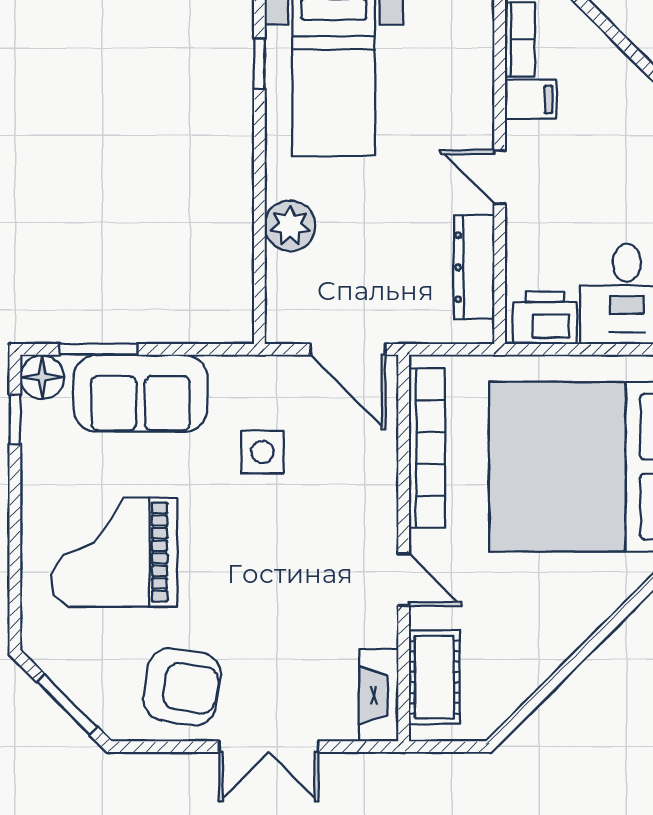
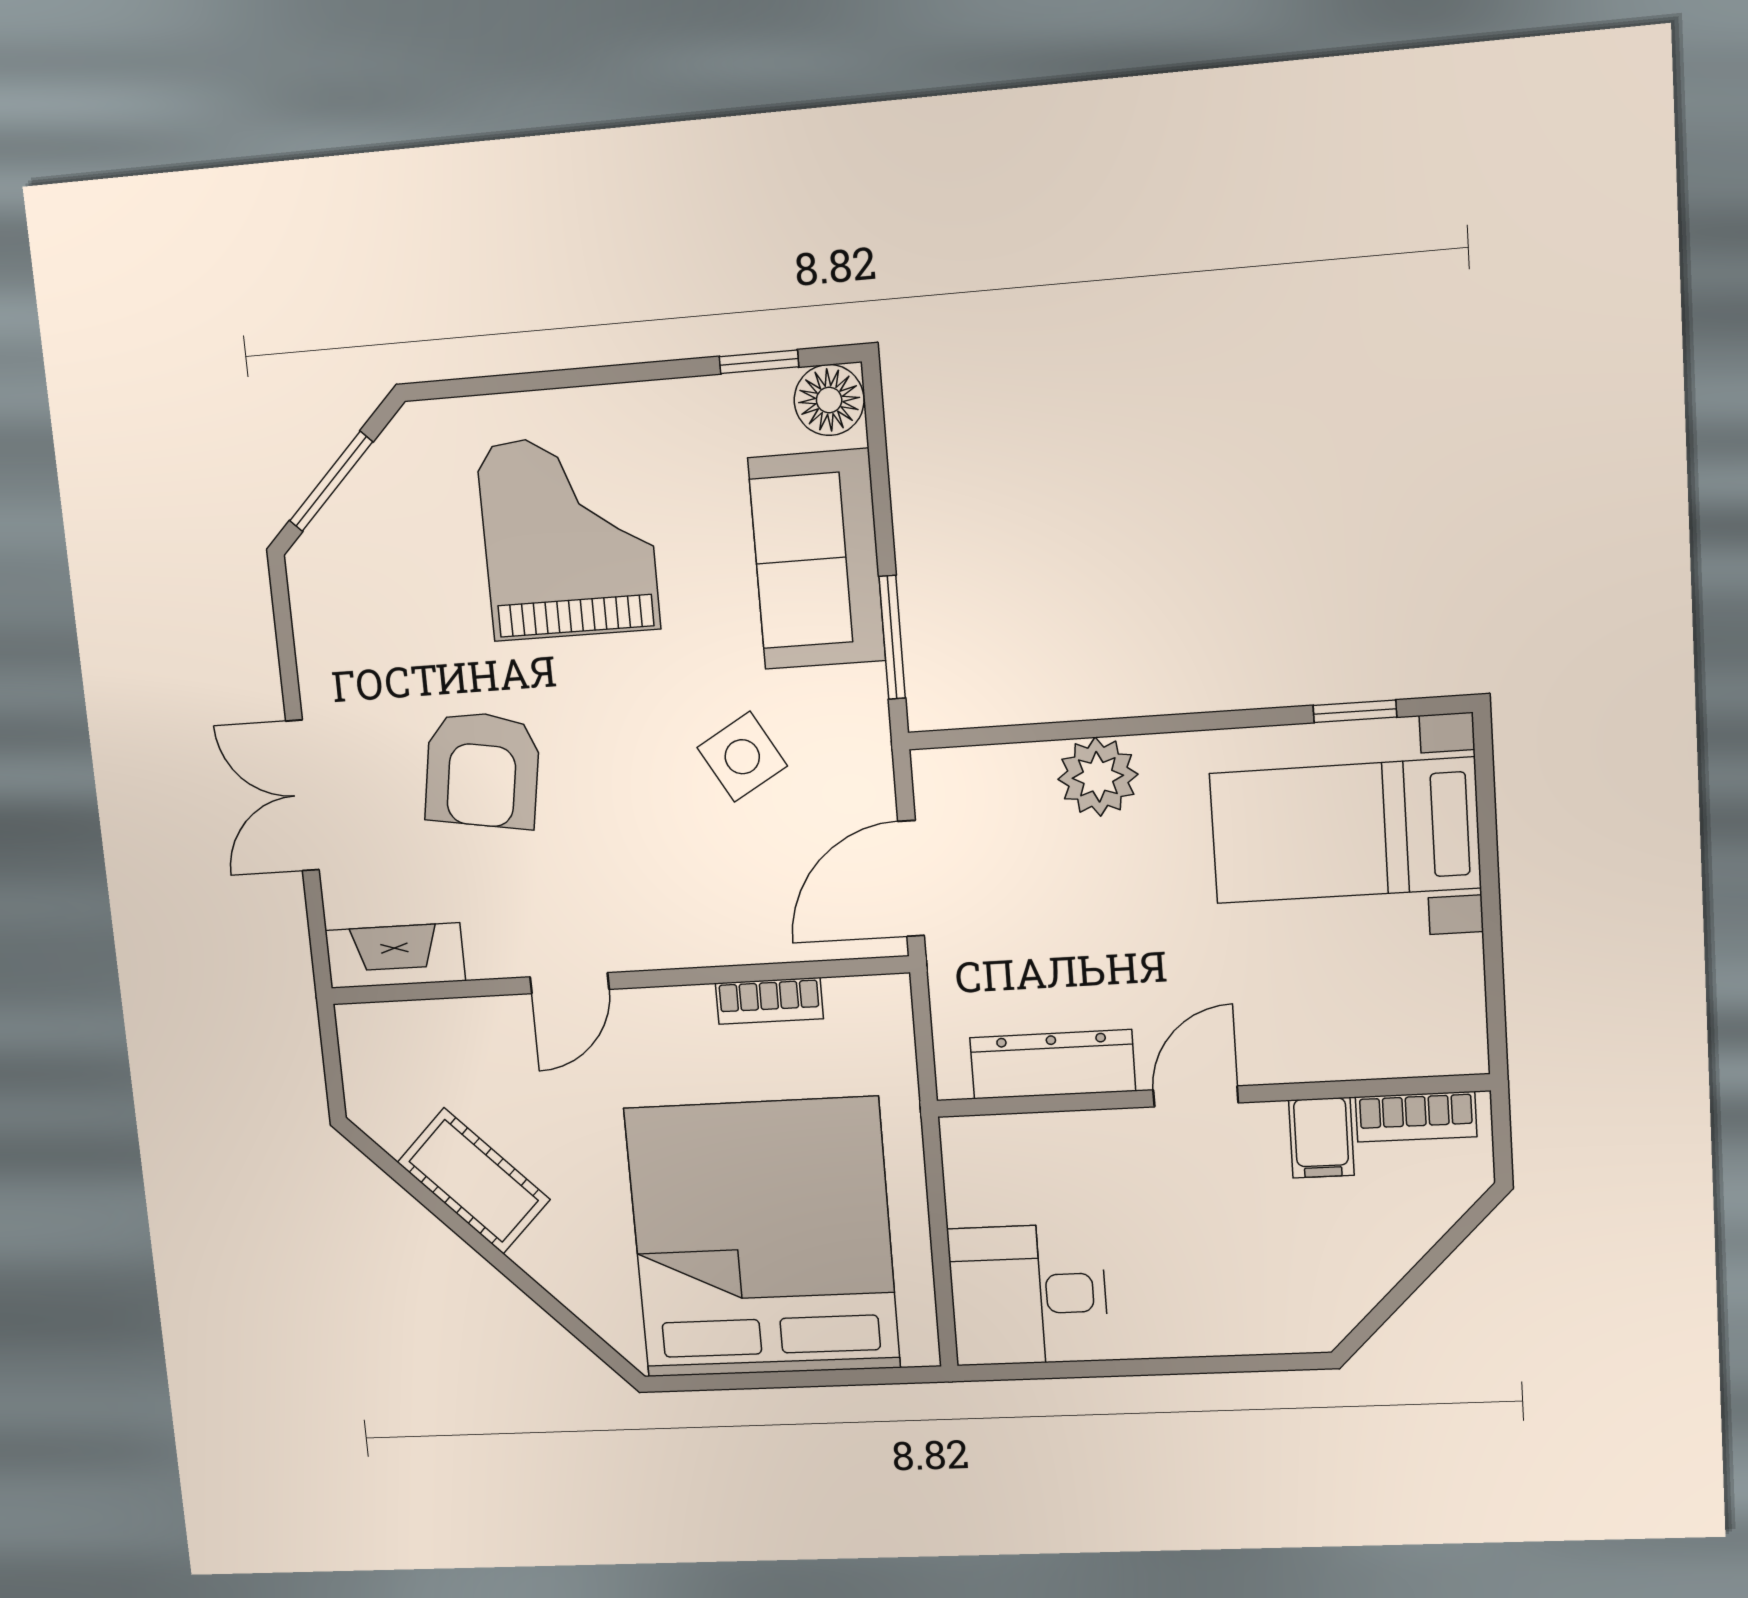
printer: (545, 318) -> (983, 1175), removed
window: (98, 349) -> (892, 637), moved
bookcase: (427, 448) -> (769, 1001), width x0.43, depth x0.76
side table: (262, 452) -> (742, 757), turned -30
cot: (434, 677) -> (474, 1181), moved, turned 45
armchair: (182, 687) -> (482, 770), moved

